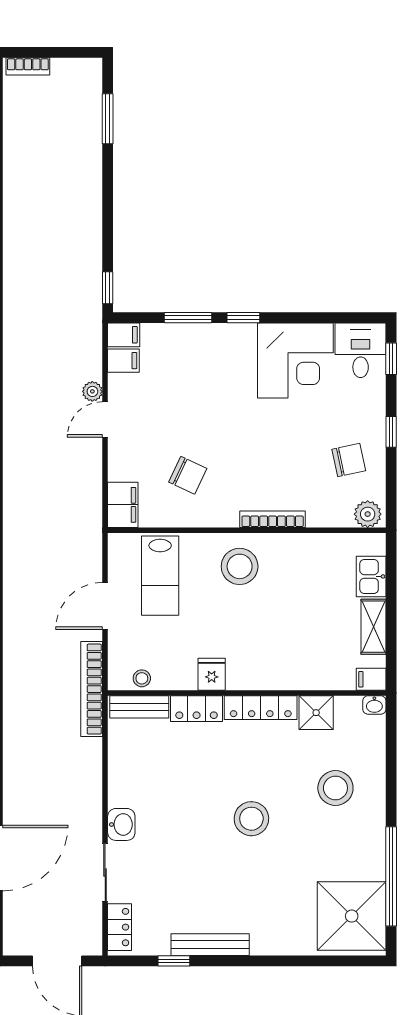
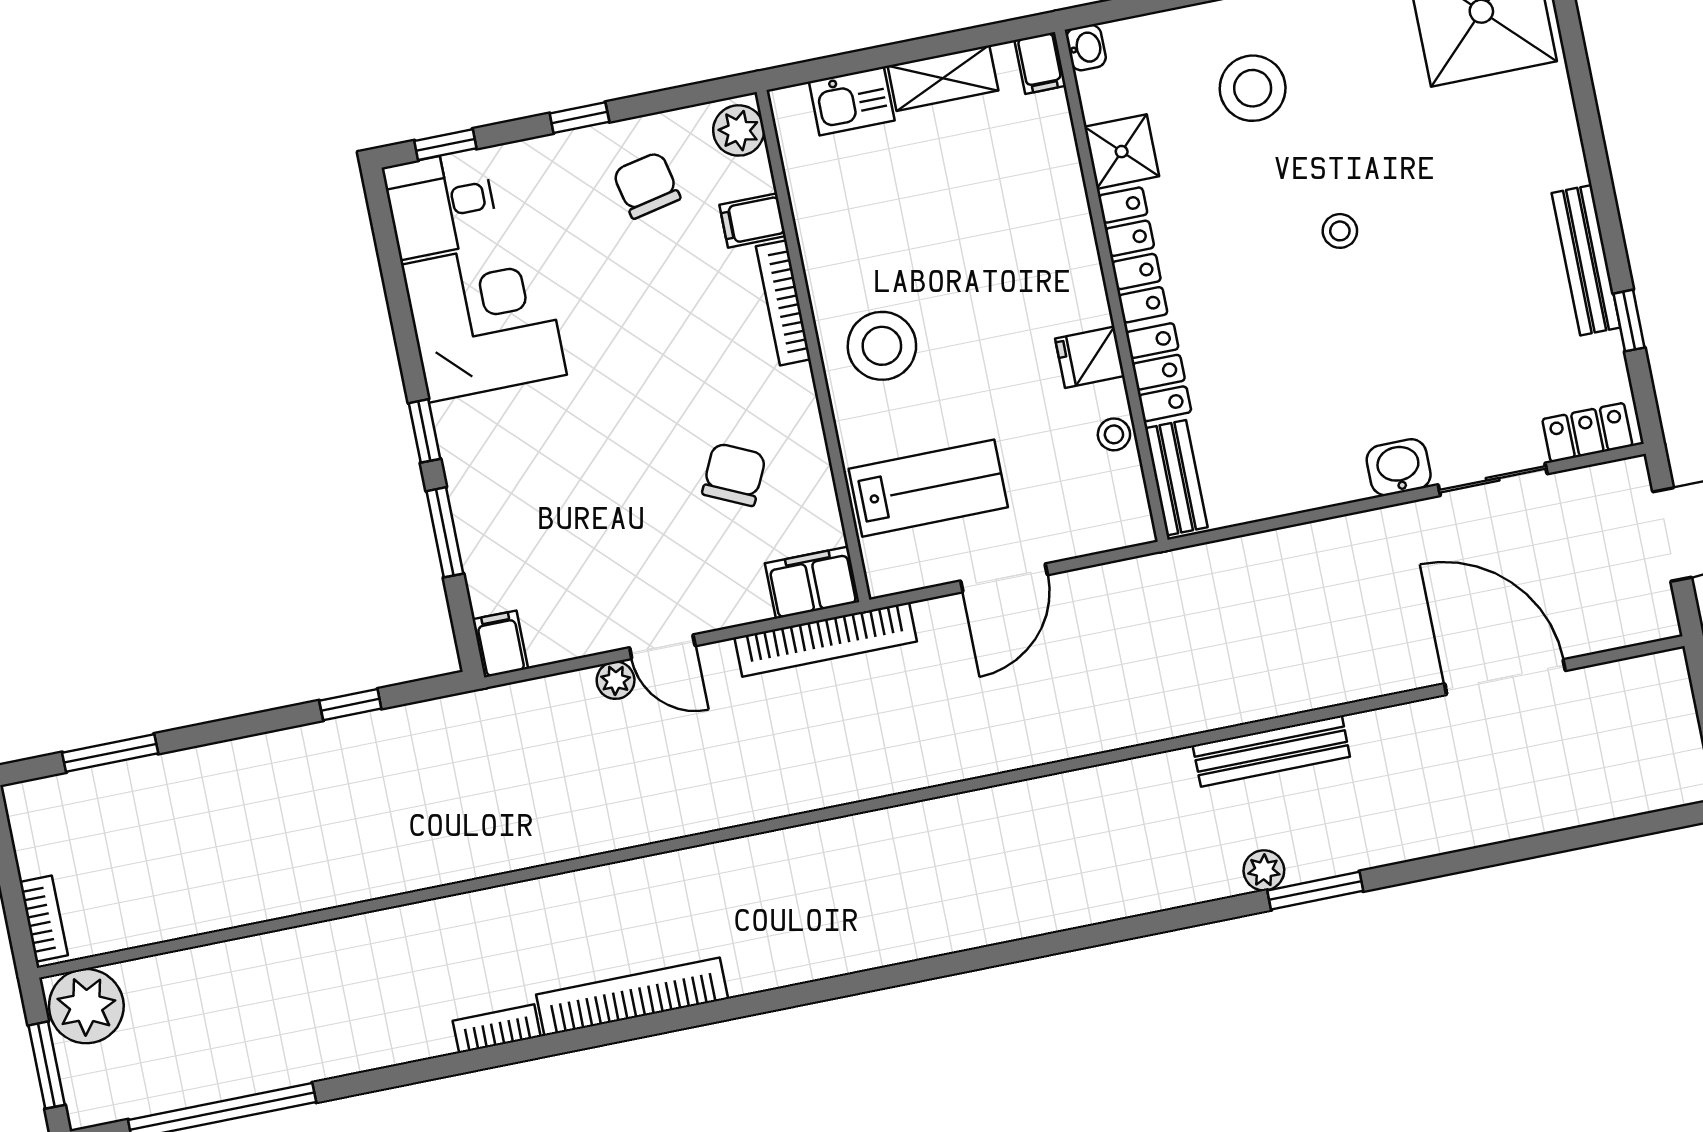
window: (108, 288) -> (350, 705), moved
filing cabinet: (123, 361) -> (753, 220), moved, turned -90
door: (105, 606) -> (1004, 578), hinge flipped
stool: (142, 678) -> (1114, 434), moved
bookcase: (92, 689) -> (826, 639), moved
stool: (251, 819) -> (1340, 231), width x0.53, depth x0.53

